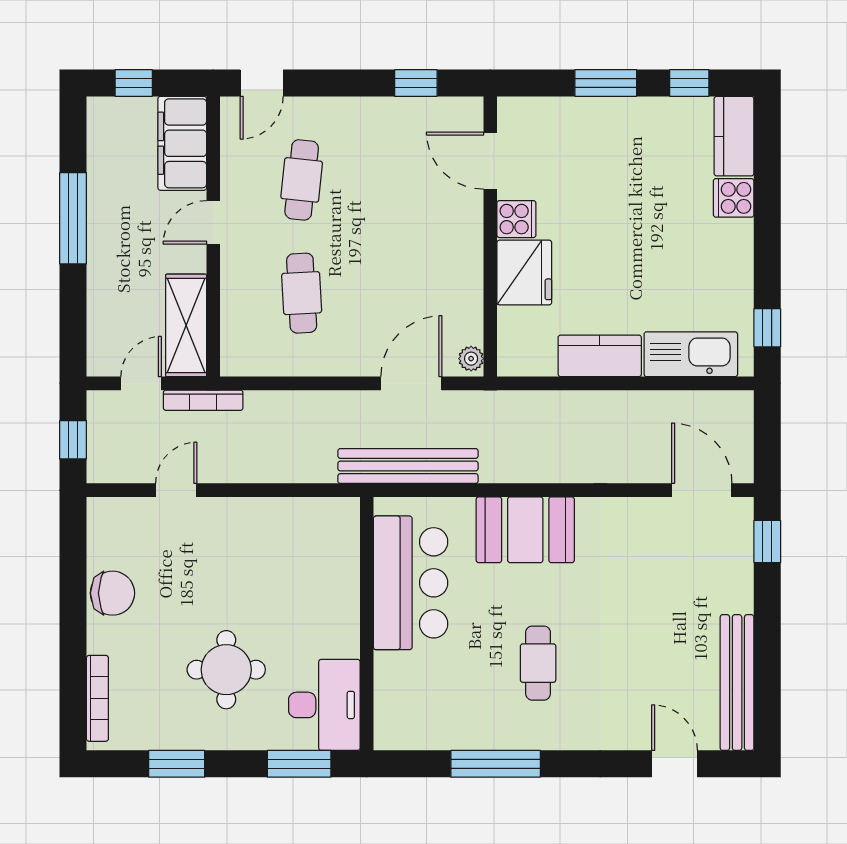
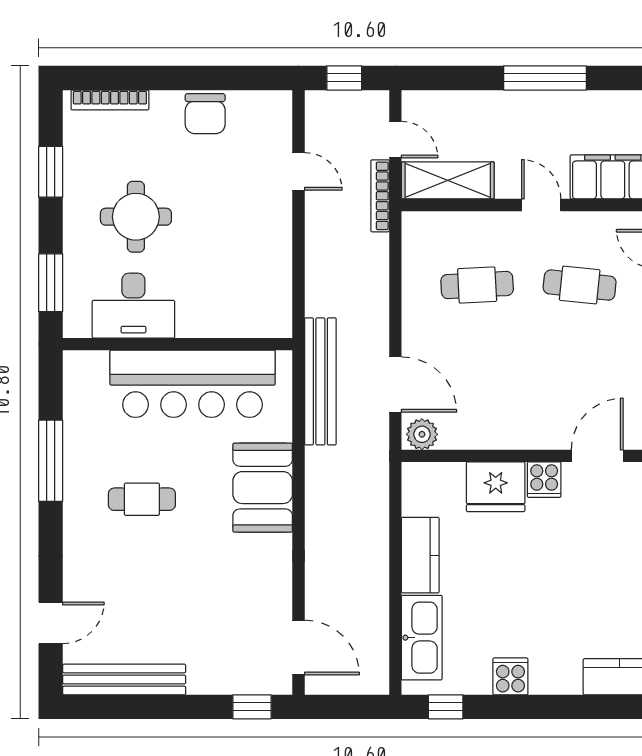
cooker: (734, 198) -> (510, 676), moved
plant: (471, 359) -> (422, 434), width x1.38, depth x1.38
door: (702, 490) -> (299, 648), hinge flipped
bar counter: (411, 583) -> (193, 384), width x1.36
desk: (324, 705) -> (133, 306), moved

